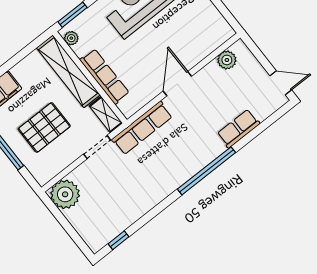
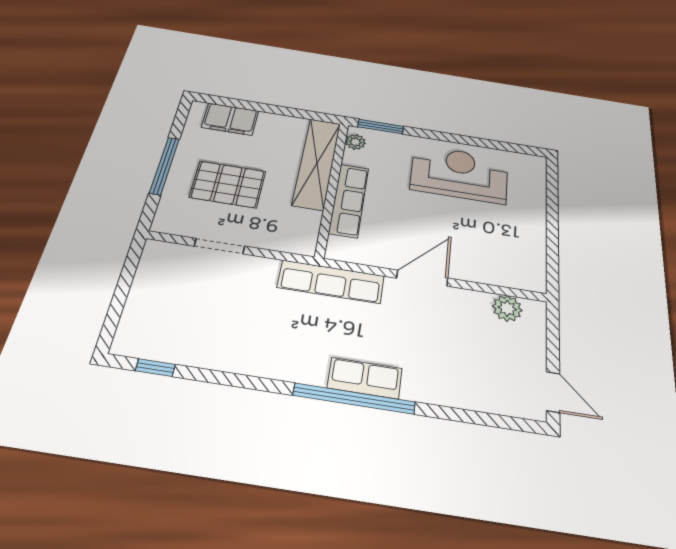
shelving: (106, 114) -> (307, 233), removed
row of seats: (238, 129) -> (365, 378), moved
doorway: (97, 147) -> (219, 246), moved
plant: (65, 194) -> (163, 261), removed

